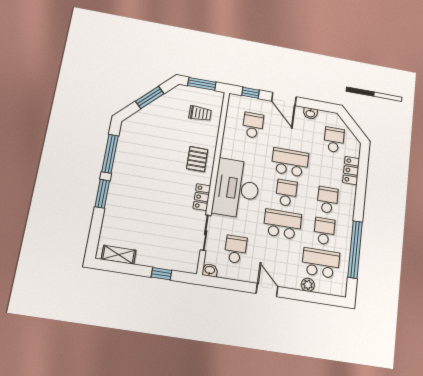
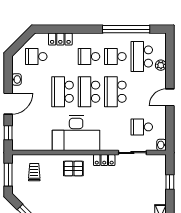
school desk: (253, 125) -> (36, 127), removed
desk: (237, 188) -> (76, 133), moved
school desk: (286, 193) -> (89, 92), width x1.85

